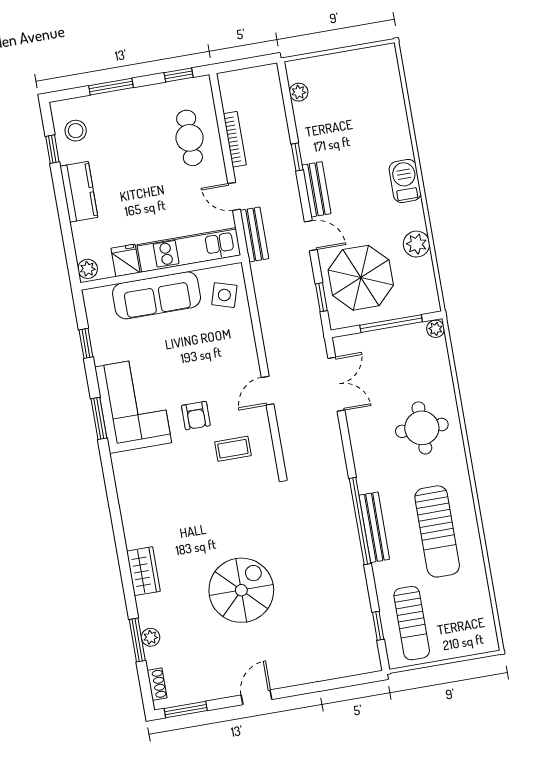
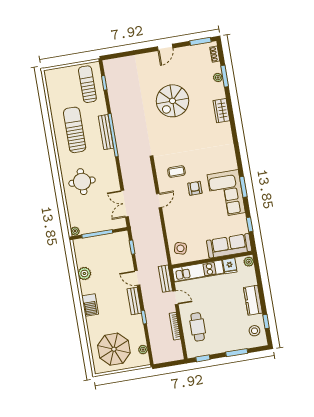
parasol: (361, 278) -> (114, 349), moved
sofa: (157, 295) -> (229, 246), moved

